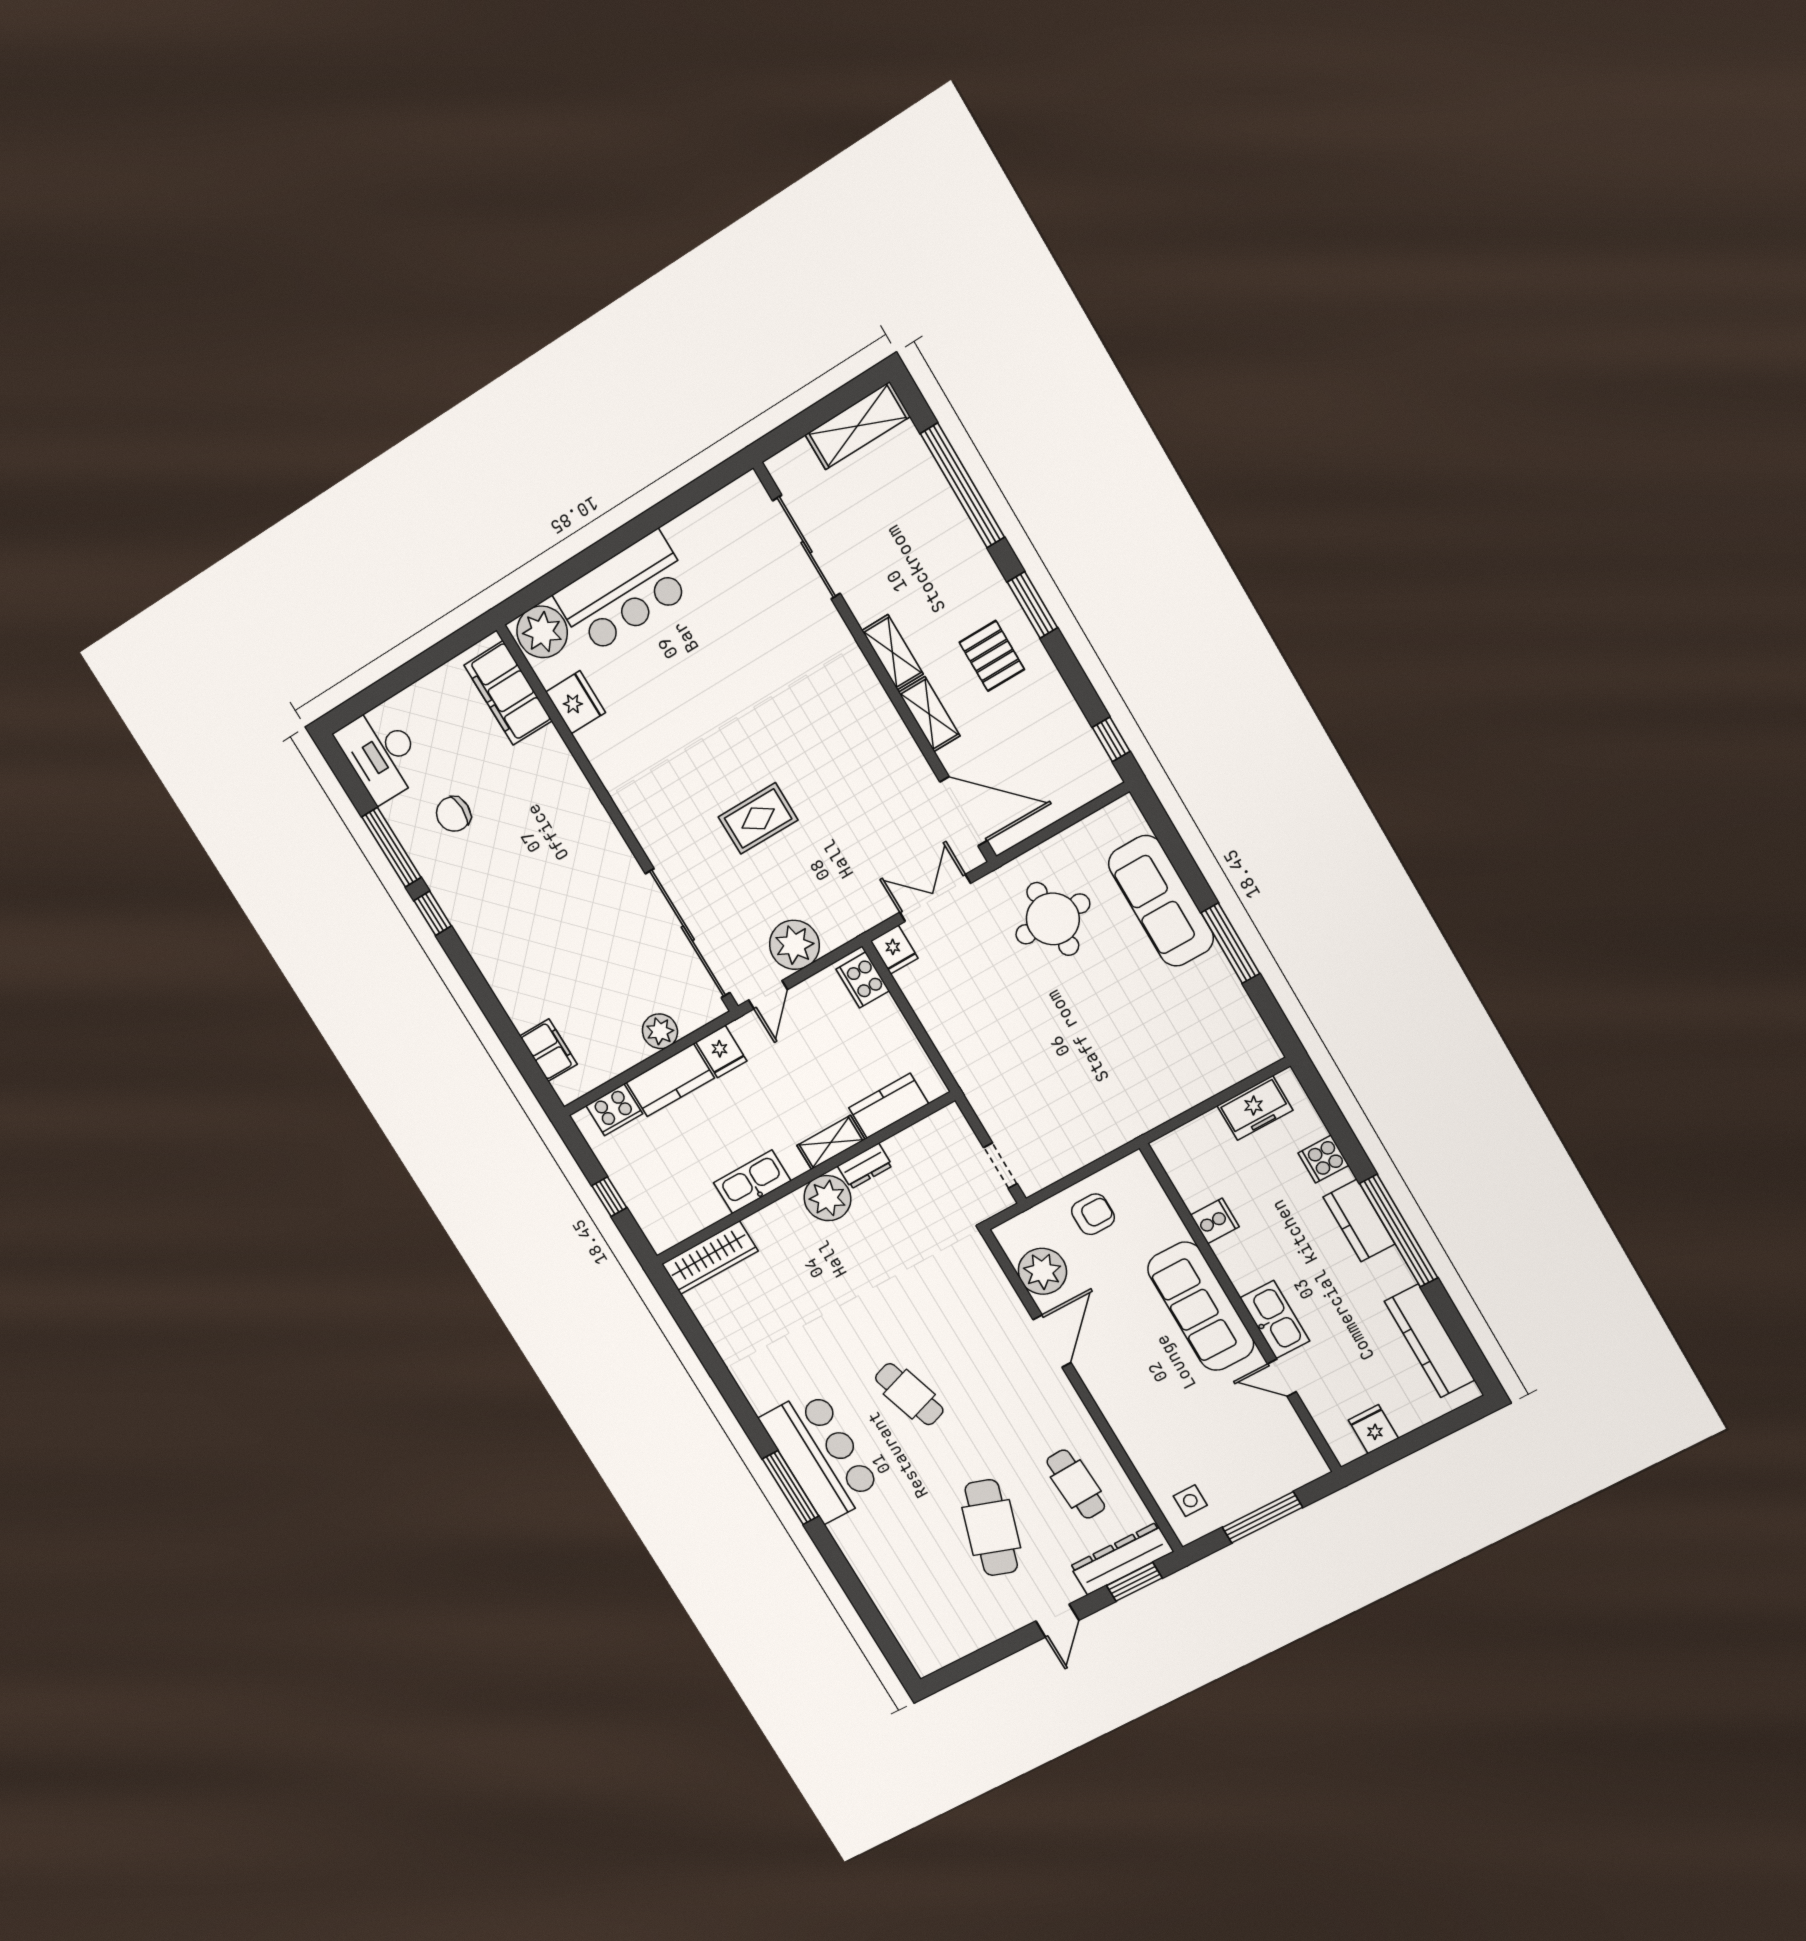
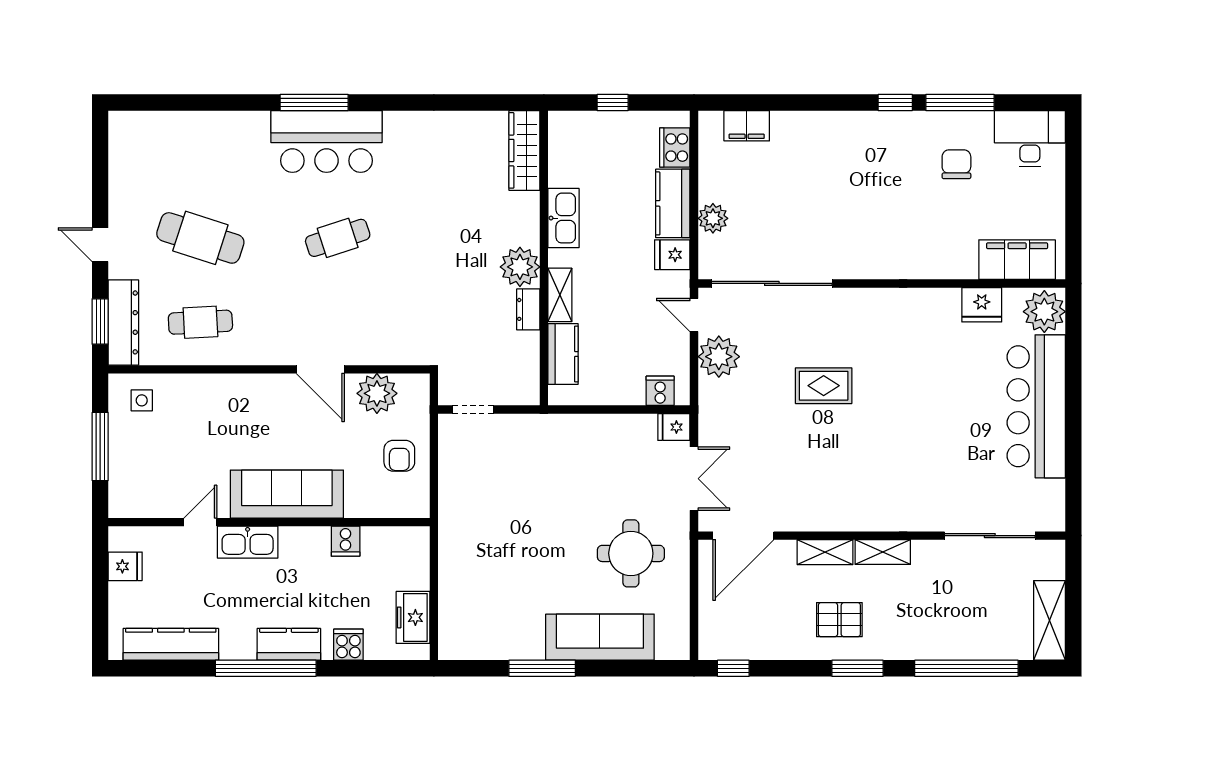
bar counter: (624, 593) -> (1036, 406), width x1.36
rug: (758, 818) -> (824, 386), turned 90
cooker: (863, 980) -> (660, 391), width x0.73

